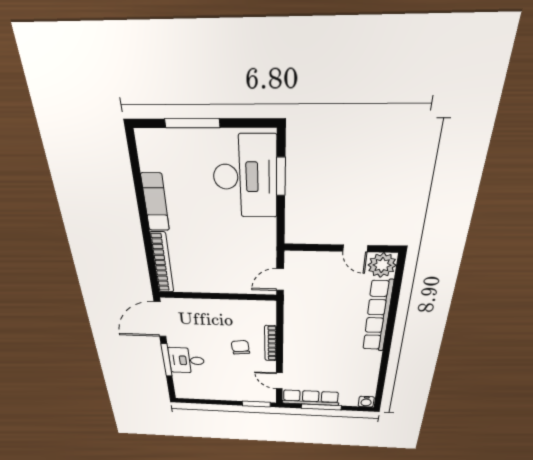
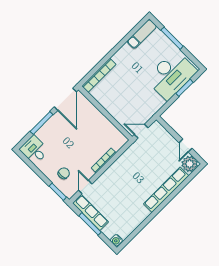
exam couch: (155, 202) -> (142, 34), moved
door: (160, 319) -> (65, 99), swing flipped
chair: (240, 347) -> (64, 173), moved
desk: (187, 360) -> (34, 150), moved

